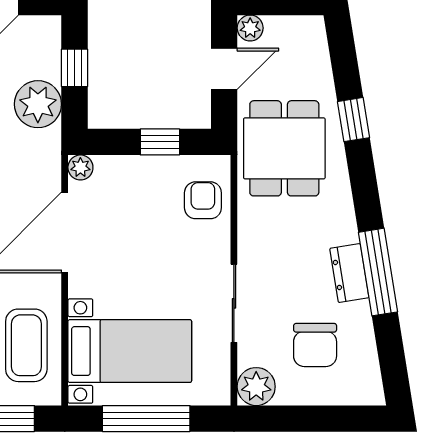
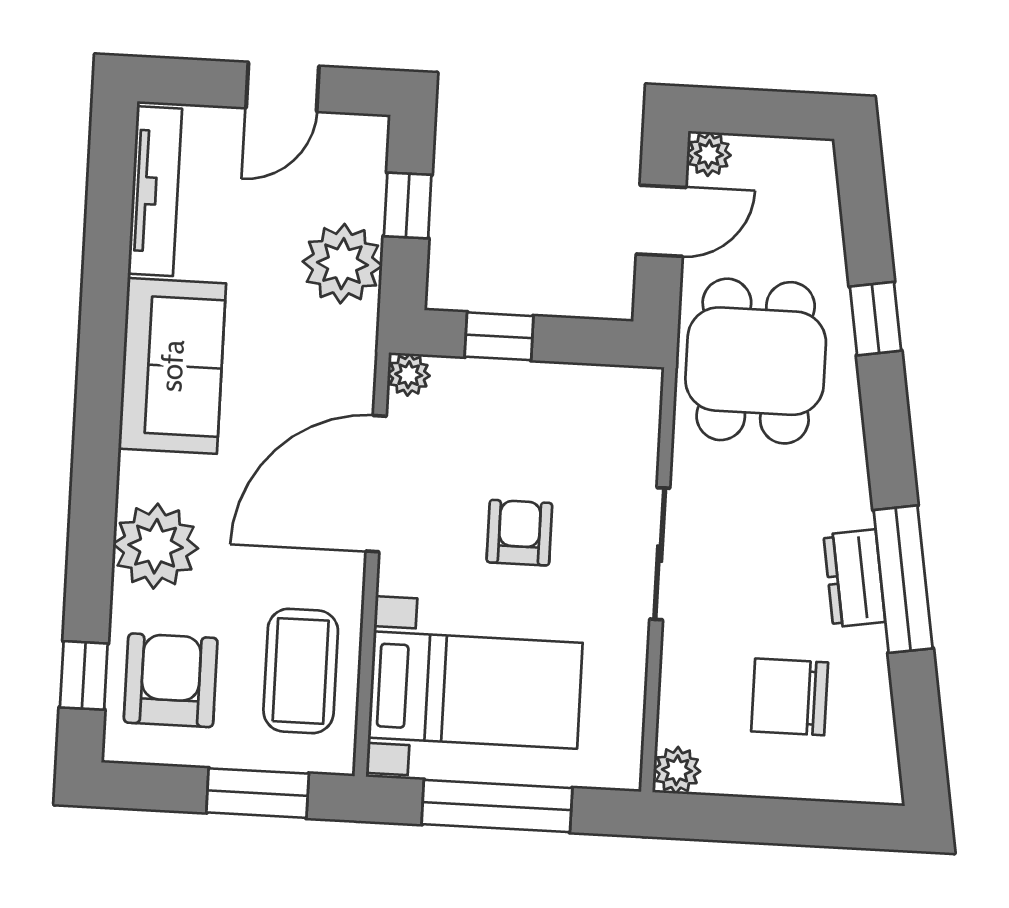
window: (160, 142) -> (499, 336), moved
armchair: (203, 200) -> (519, 533), moved
sliding door: (234, 303) -> (660, 554), moved
chair: (315, 345) -> (790, 697), turned 90
plant: (256, 387) -> (677, 770), width x0.73, depth x0.73

